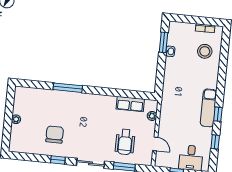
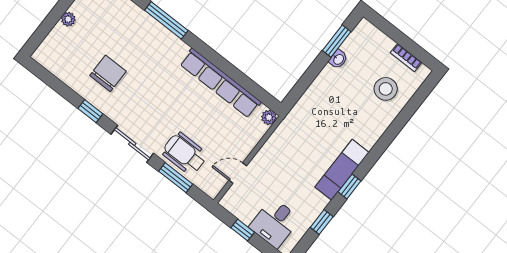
row of seats: (130, 104) -> (220, 83), width x2.02
plant: (152, 116) -> (269, 117), moved
wheelchair: (125, 142) -> (185, 154), moved, turned 90
door: (155, 144) -> (238, 173), swing flipped

